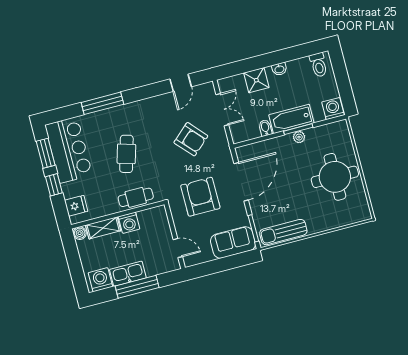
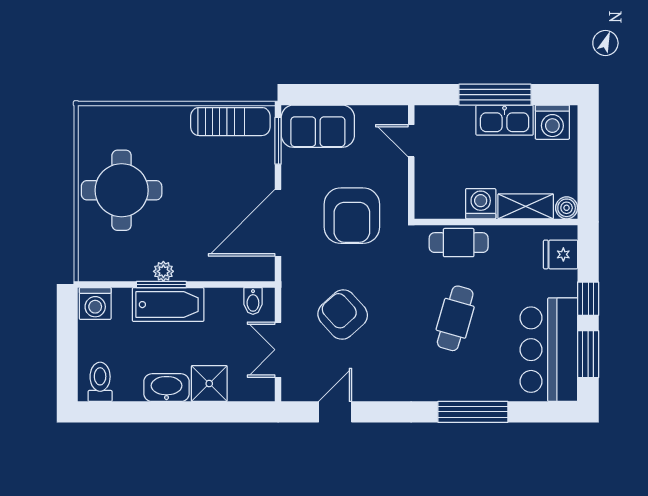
washbasin: (279, 69) -> (167, 388), width x1.91, depth x1.45
bidet: (265, 128) -> (253, 301), moved

